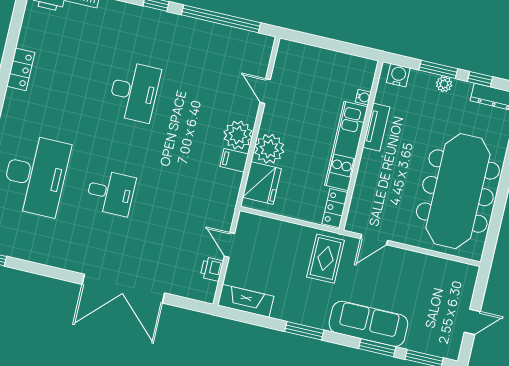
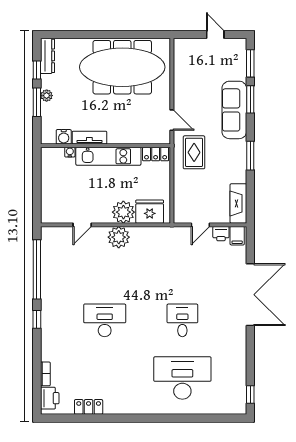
locker: (21, 69) -> (89, 407), moved
water cooler: (398, 75) -> (64, 137), moved, turned -90
filing cabinet: (234, 160) -> (237, 236), moved
rug: (326, 259) -> (194, 152), turned 90

